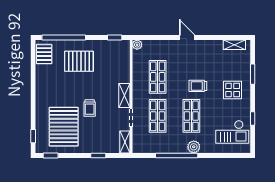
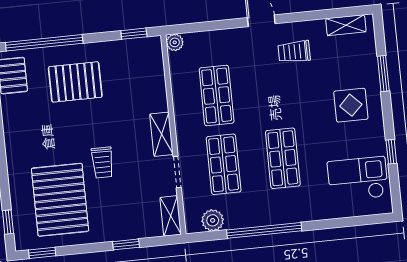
trolley: (198, 86) -> (294, 52), moved
checkout: (232, 132) -> (358, 179), turned 180
plant: (194, 147) -> (213, 220), moved

